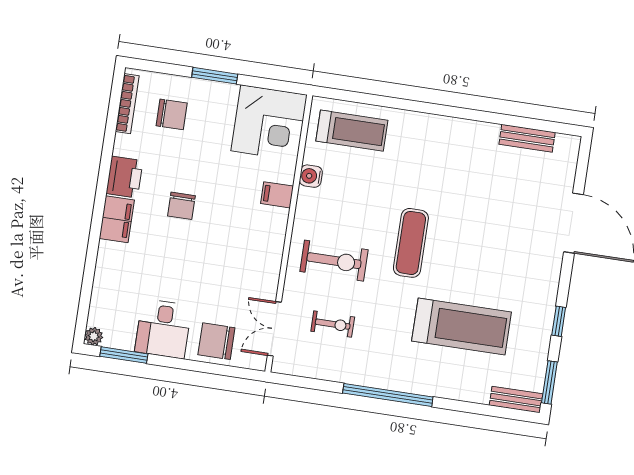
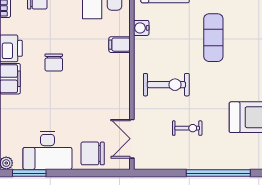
exercise mat: (411, 243) -> (213, 38), moved
exercise bike: (333, 324) -> (187, 128), moved
desk: (163, 329) -> (47, 150), width x1.37

